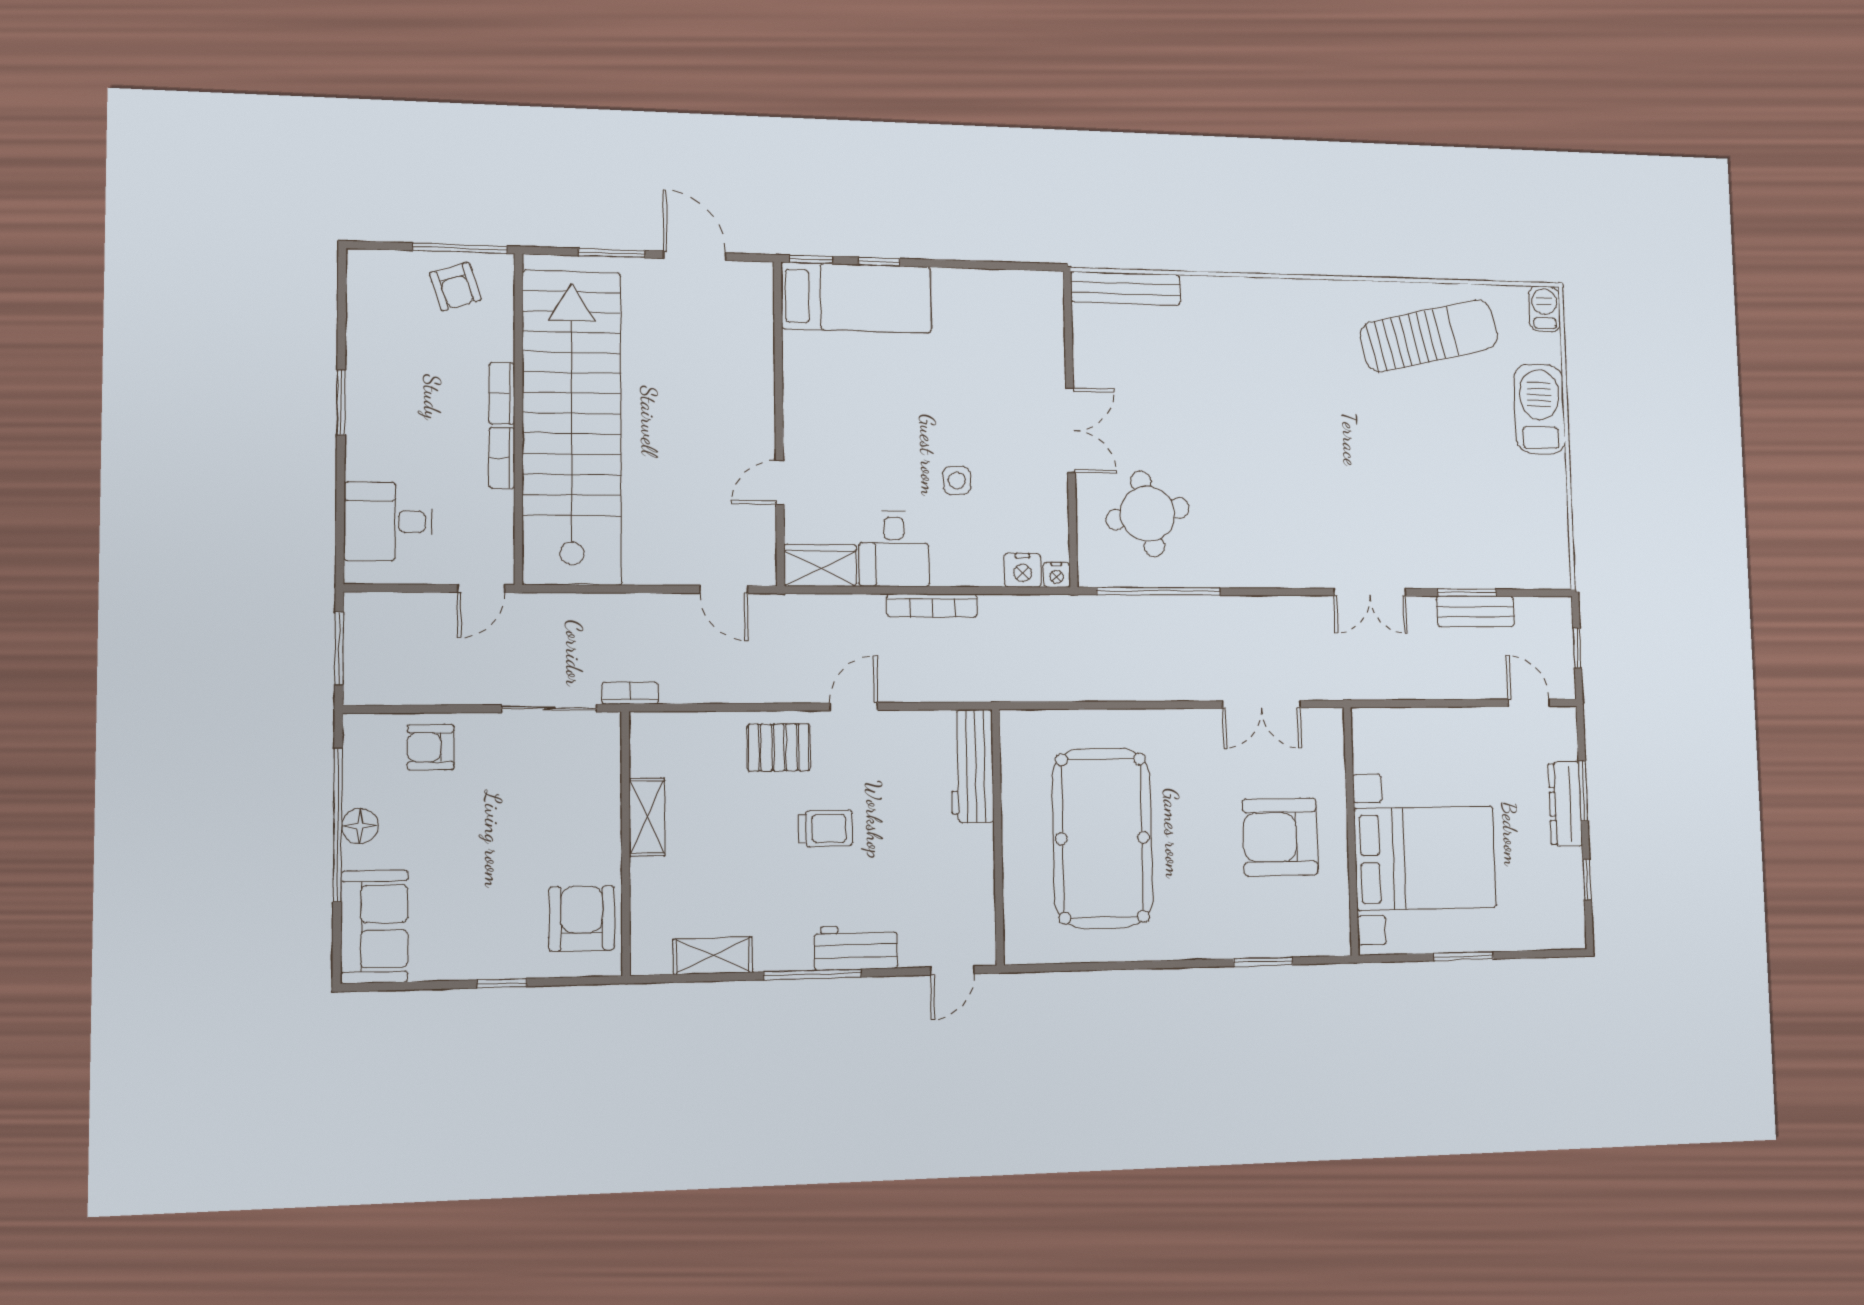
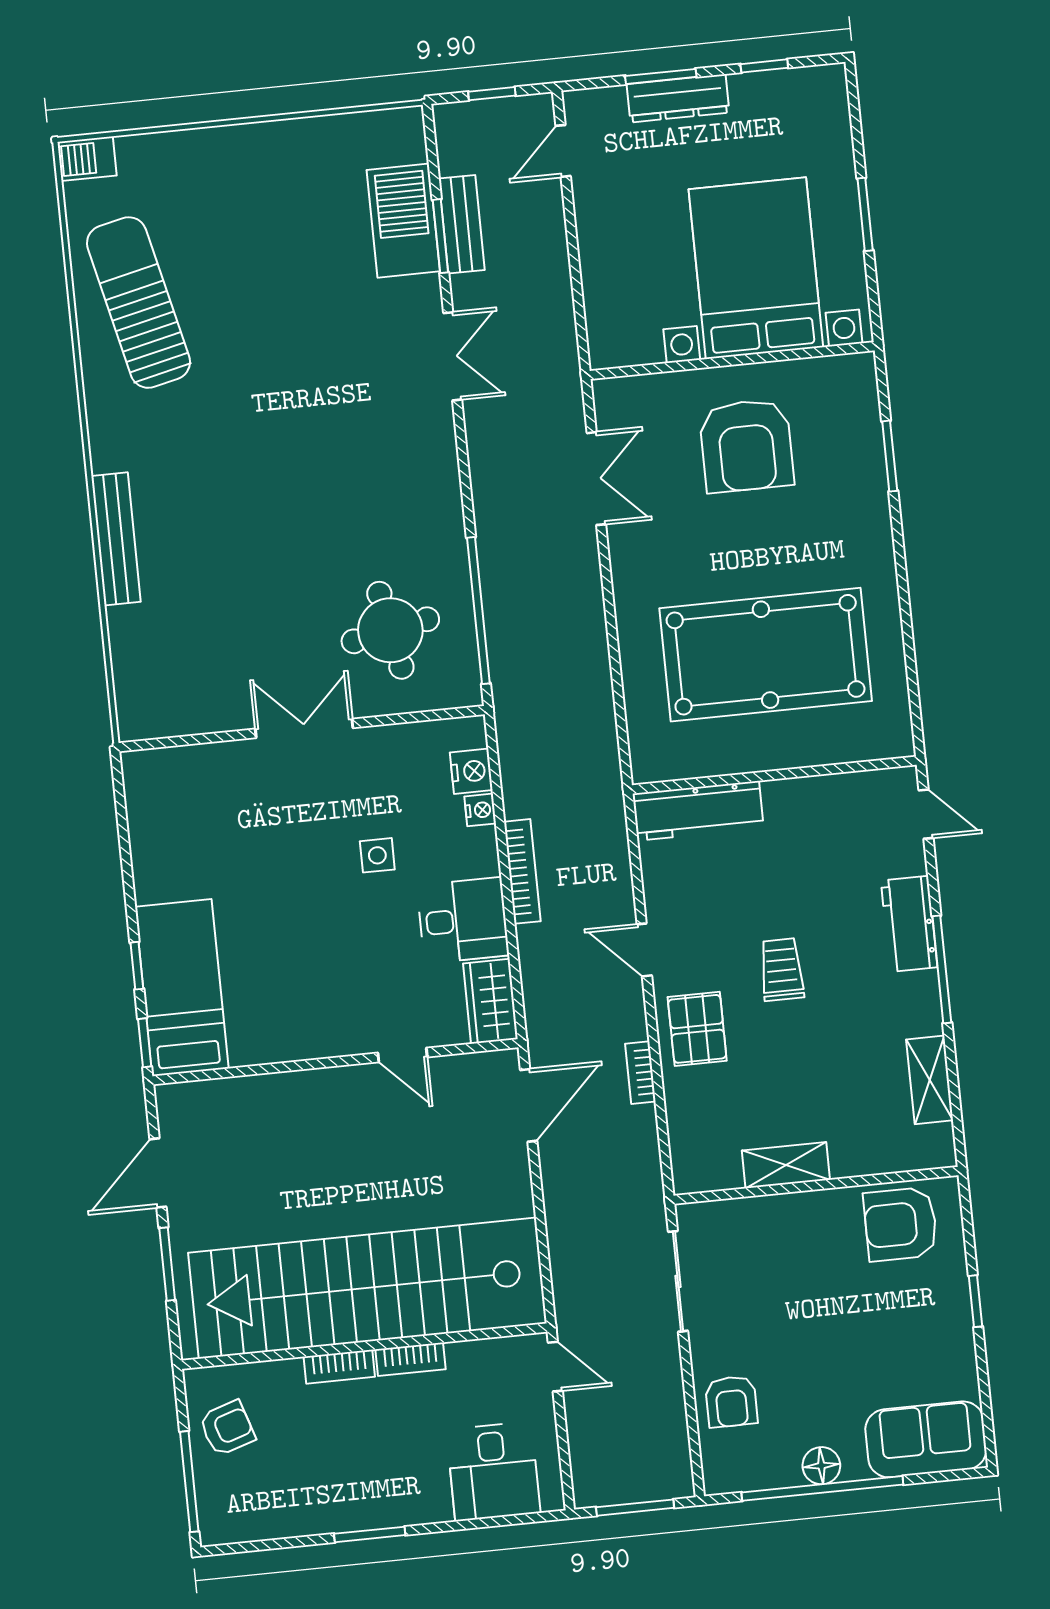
window: (460, 248) -> (189, 1482), moved
bench: (1126, 288) -> (116, 539), moved
barbecue: (1540, 409) -> (403, 221), moved, turned 90
nightstand: (1057, 575) -> (480, 810), moved
door: (724, 589) -> (529, 1105), width x1.38
bookcase: (630, 693) -> (640, 1073), moved

